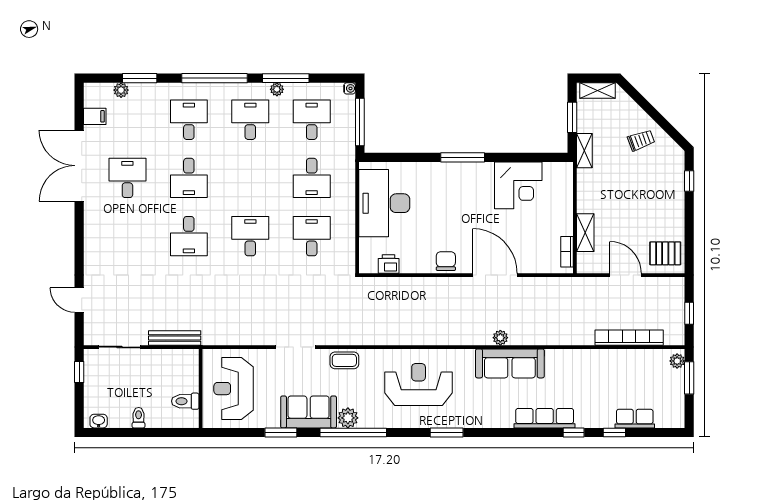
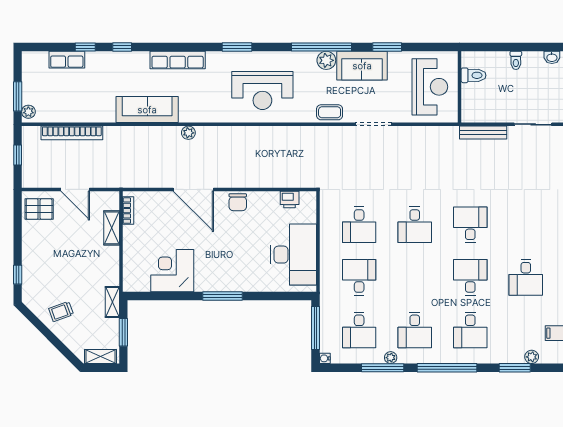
sofa: (510, 363) -> (147, 110), moved
row of seats: (545, 418) -> (178, 60), moved

